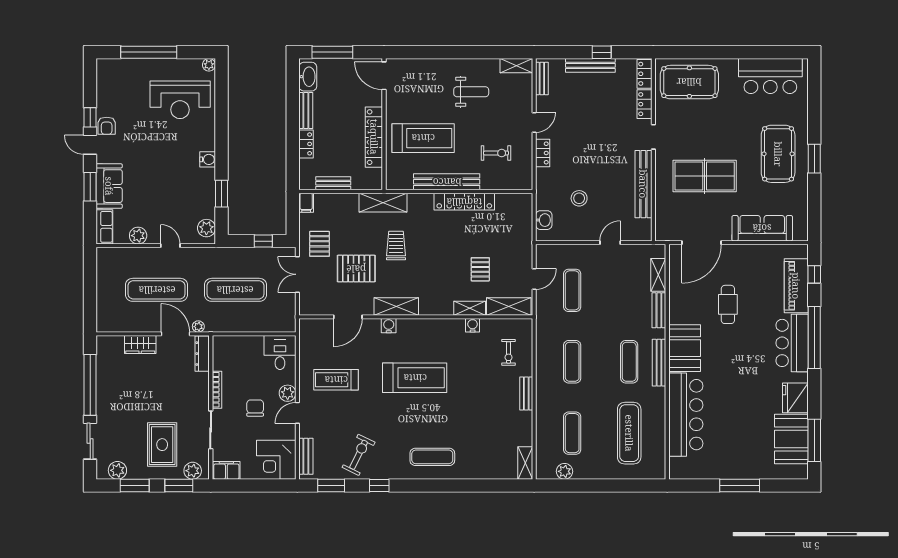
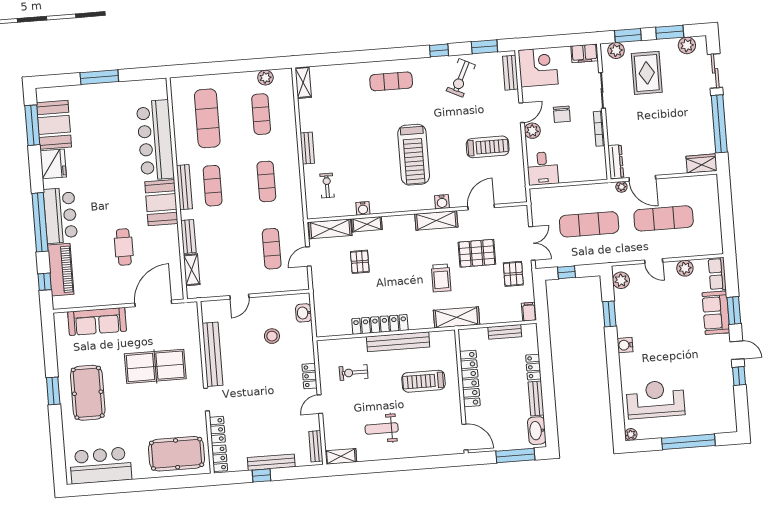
armchair: (107, 126) -> (723, 369), removed
treadmill: (423, 138) -> (423, 381), width x0.73, depth x0.73
wardrobe: (140, 345) -> (702, 163), moved
treadmill: (415, 378) -> (414, 155), turned -90

